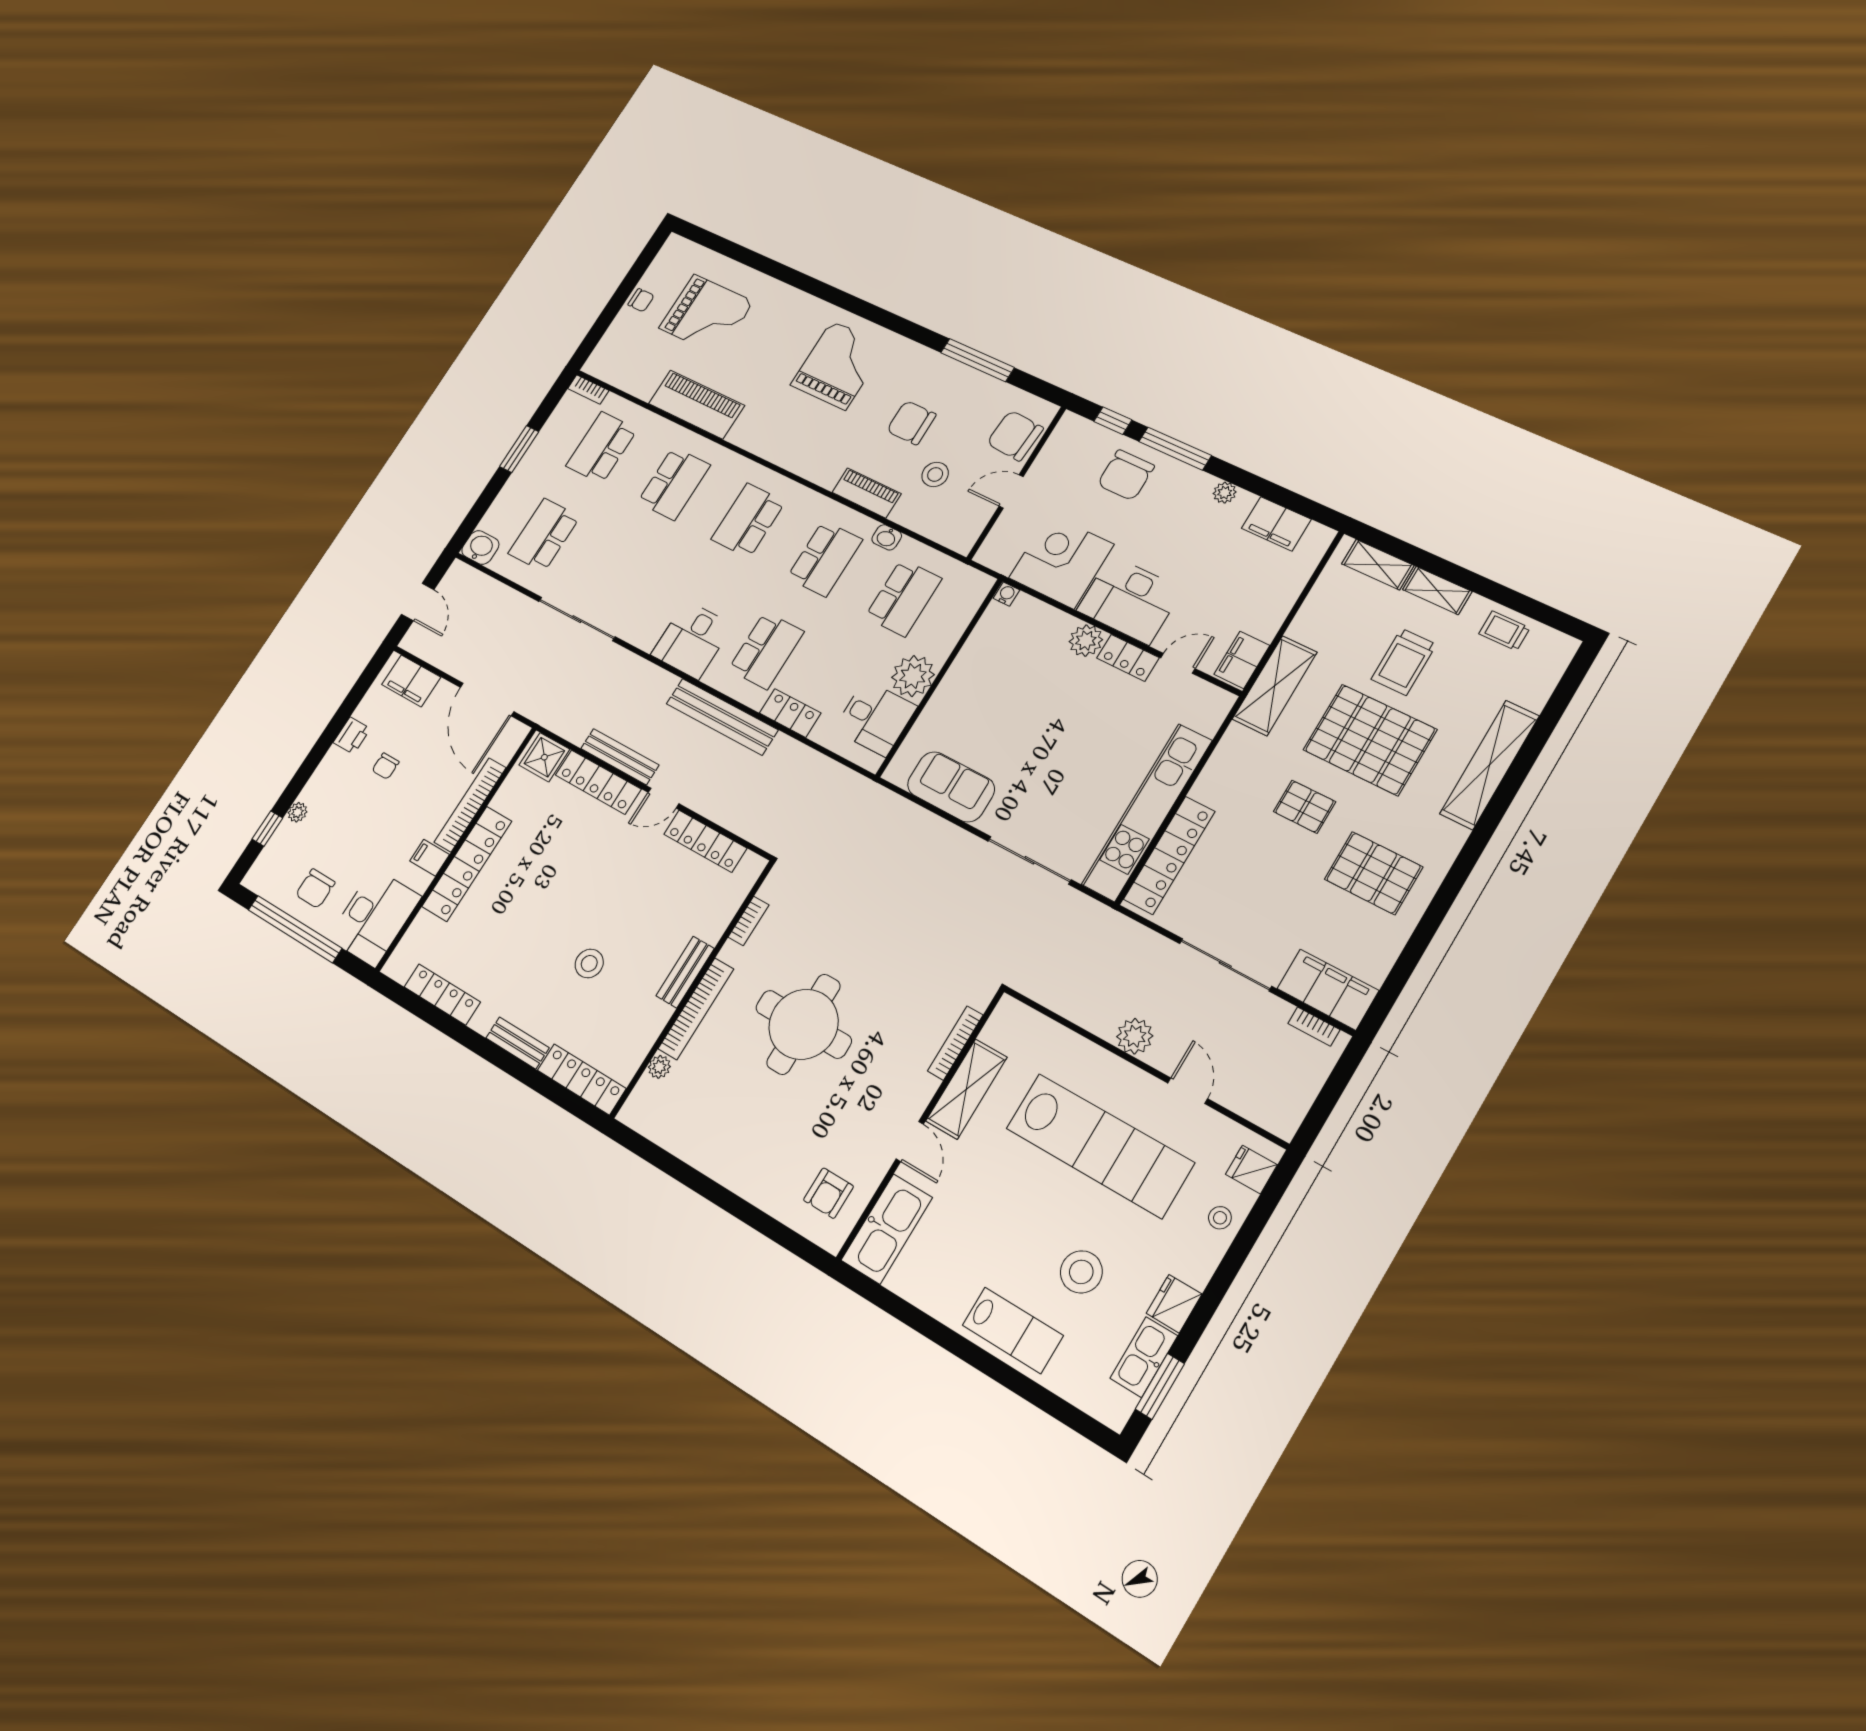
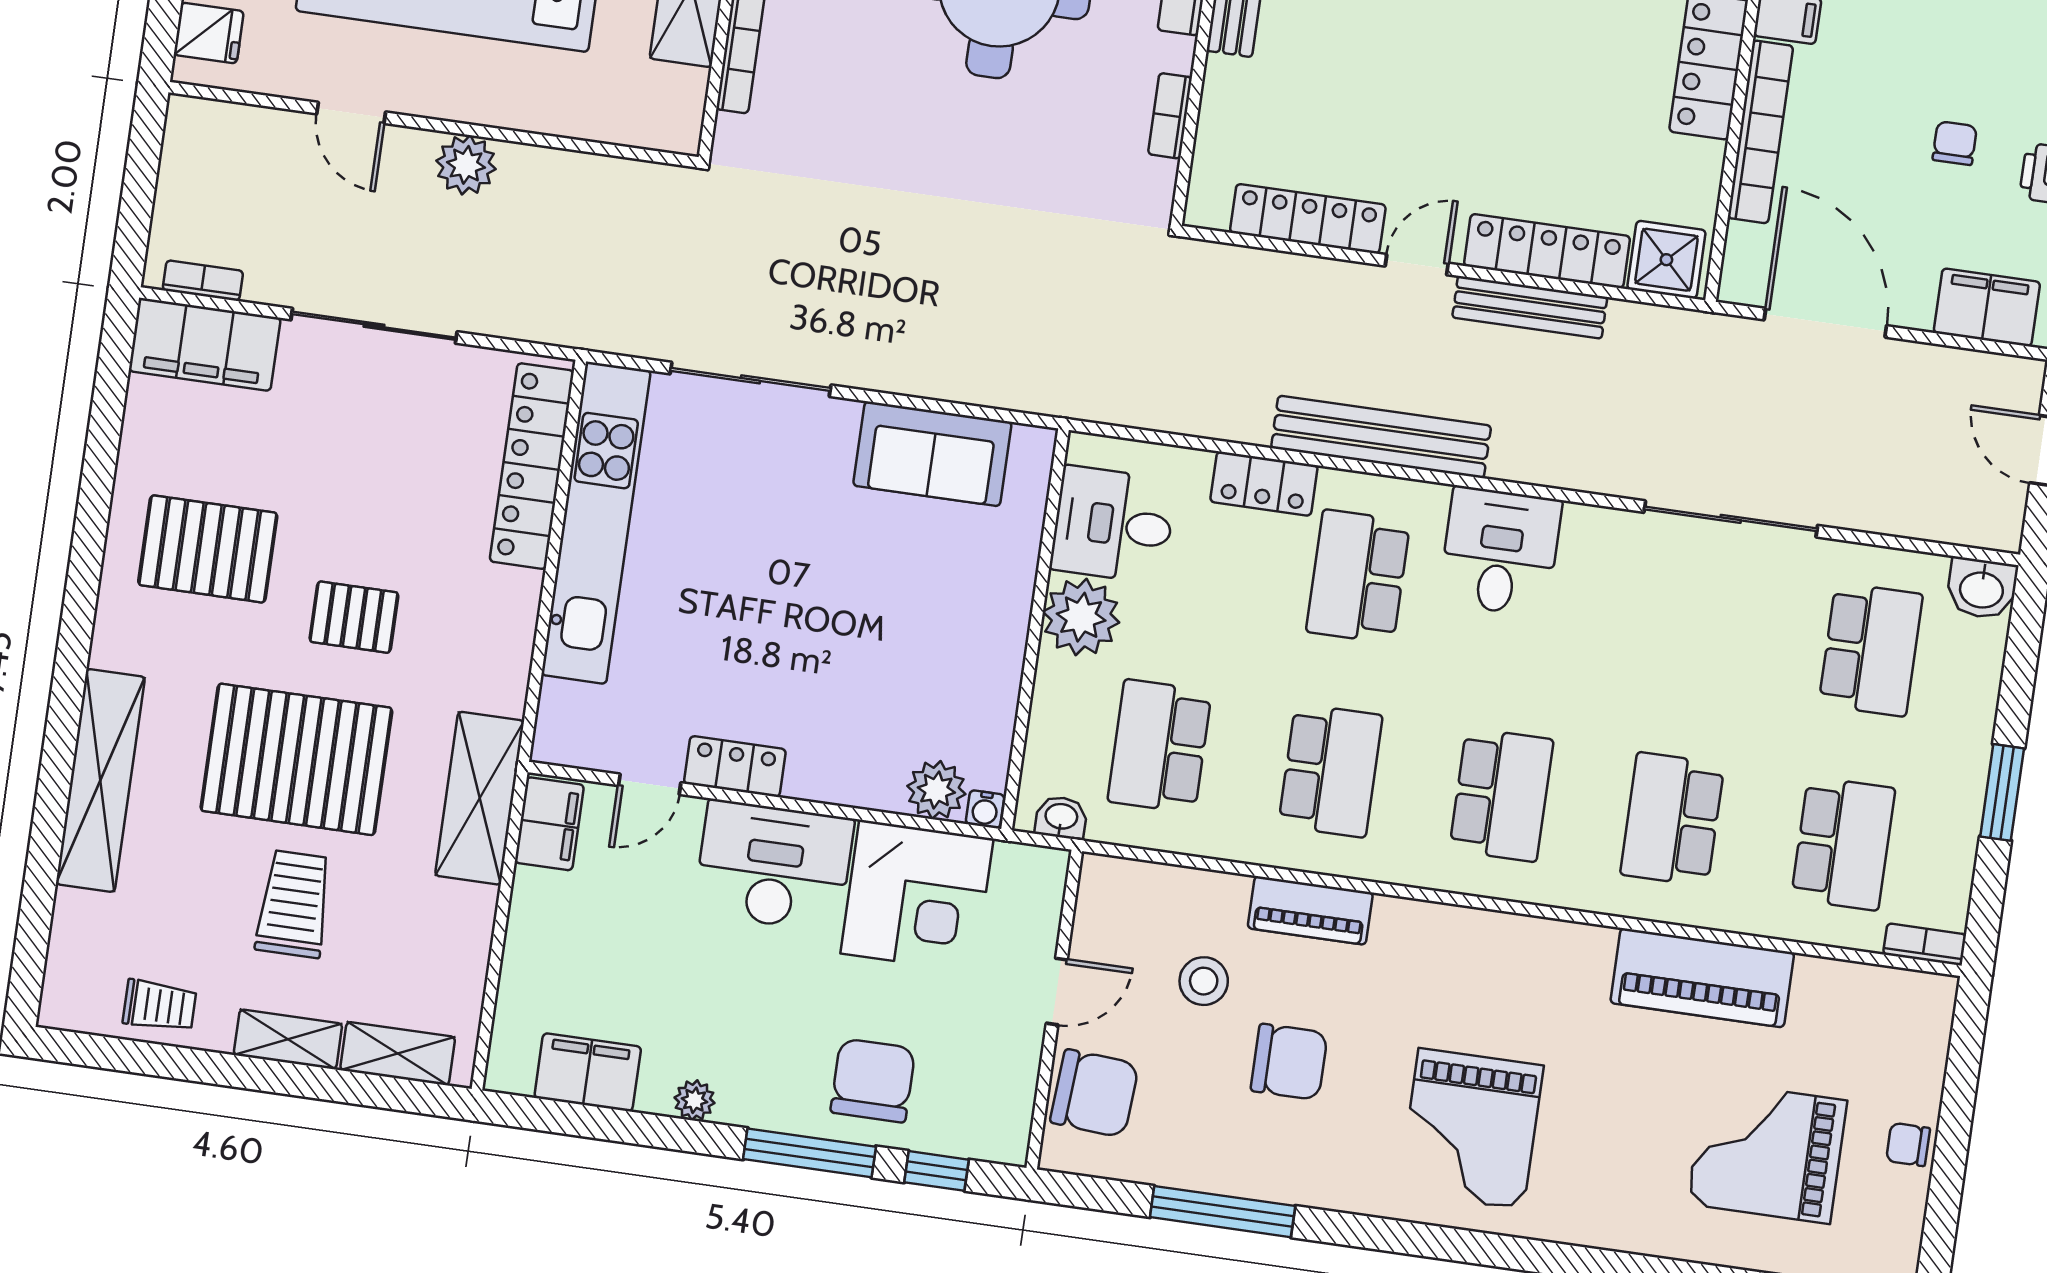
washbasin: (887, 537) -> (1061, 817), moved
school desk: (825, 559) -> (1330, 771), turned 180
plant: (1086, 641) -> (936, 790), moved

